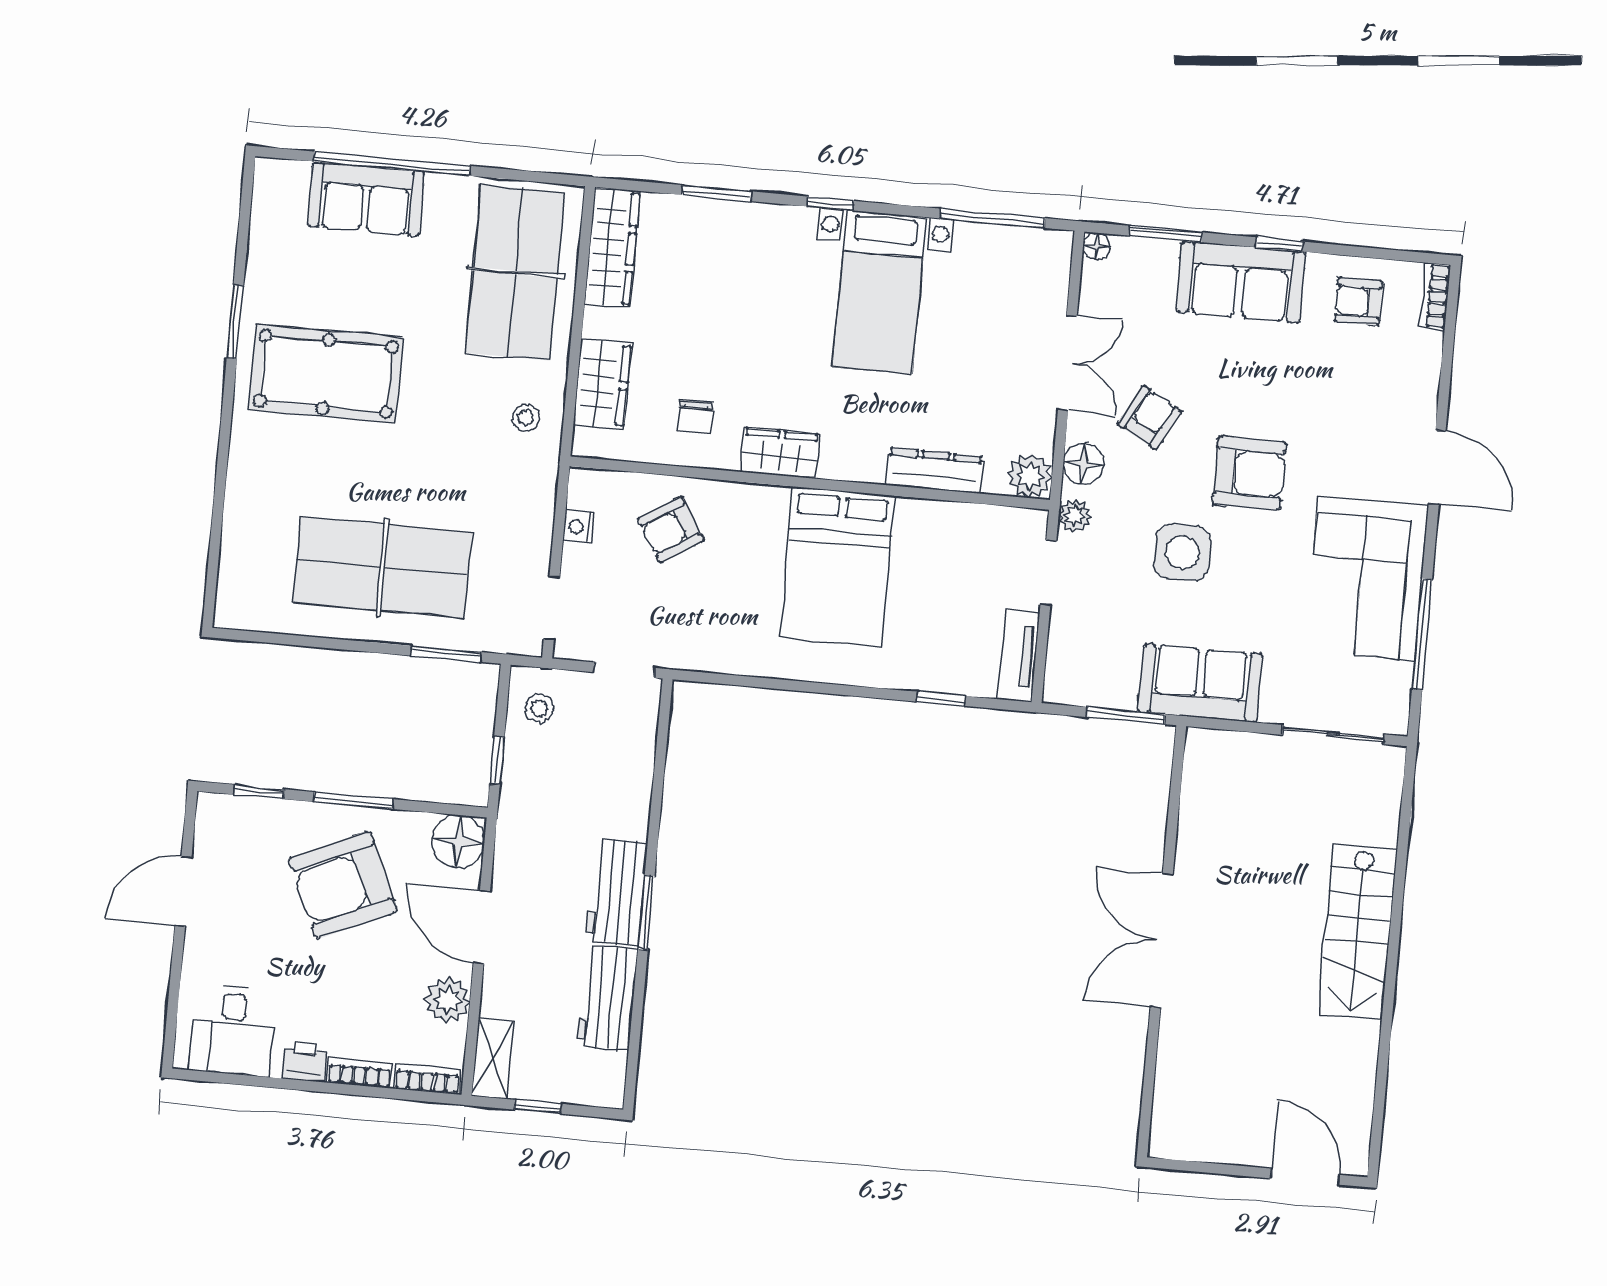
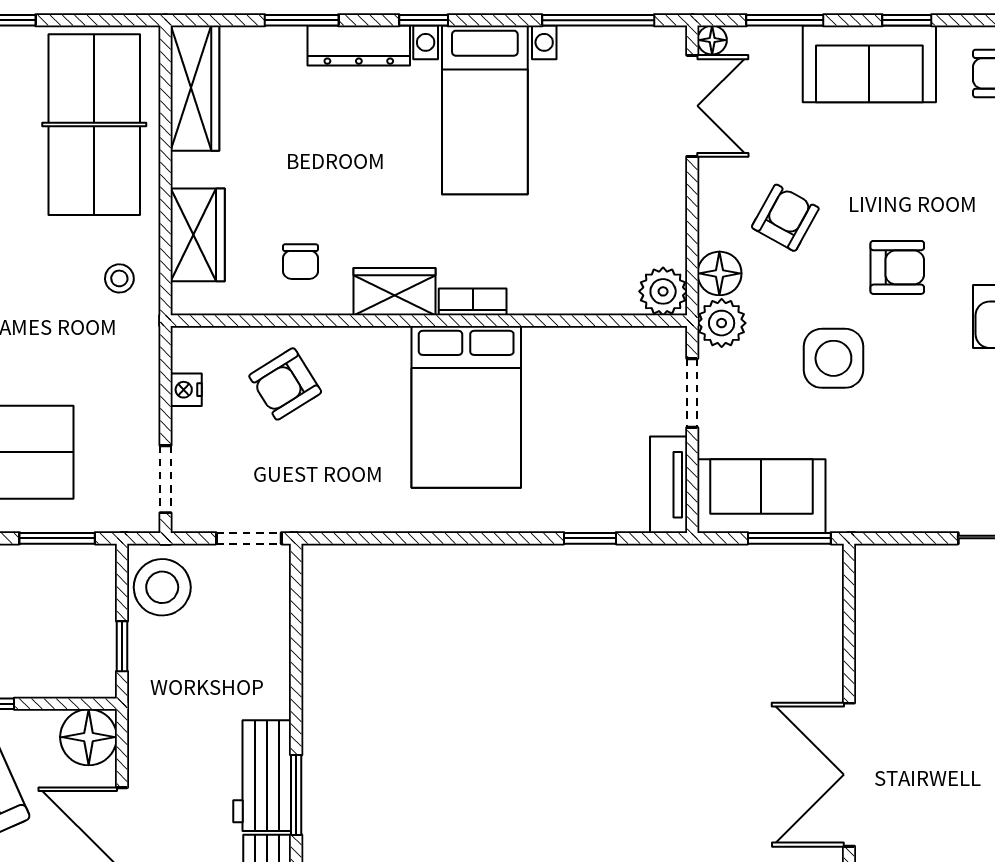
double door: (1067, 363) -> (692, 106), moved
bookcase: (852, 469) -> (473, 302), added
dresser: (935, 471) -> (359, 45), moved, turned 180
armchair: (1249, 473) -> (897, 267), width x0.72, depth x0.72
plant: (1075, 516) -> (722, 323), width x1.38, depth x1.38
sofa: (1200, 683) -> (761, 496), moved
stool: (539, 708) -> (162, 587), width x1.89, depth x1.89

